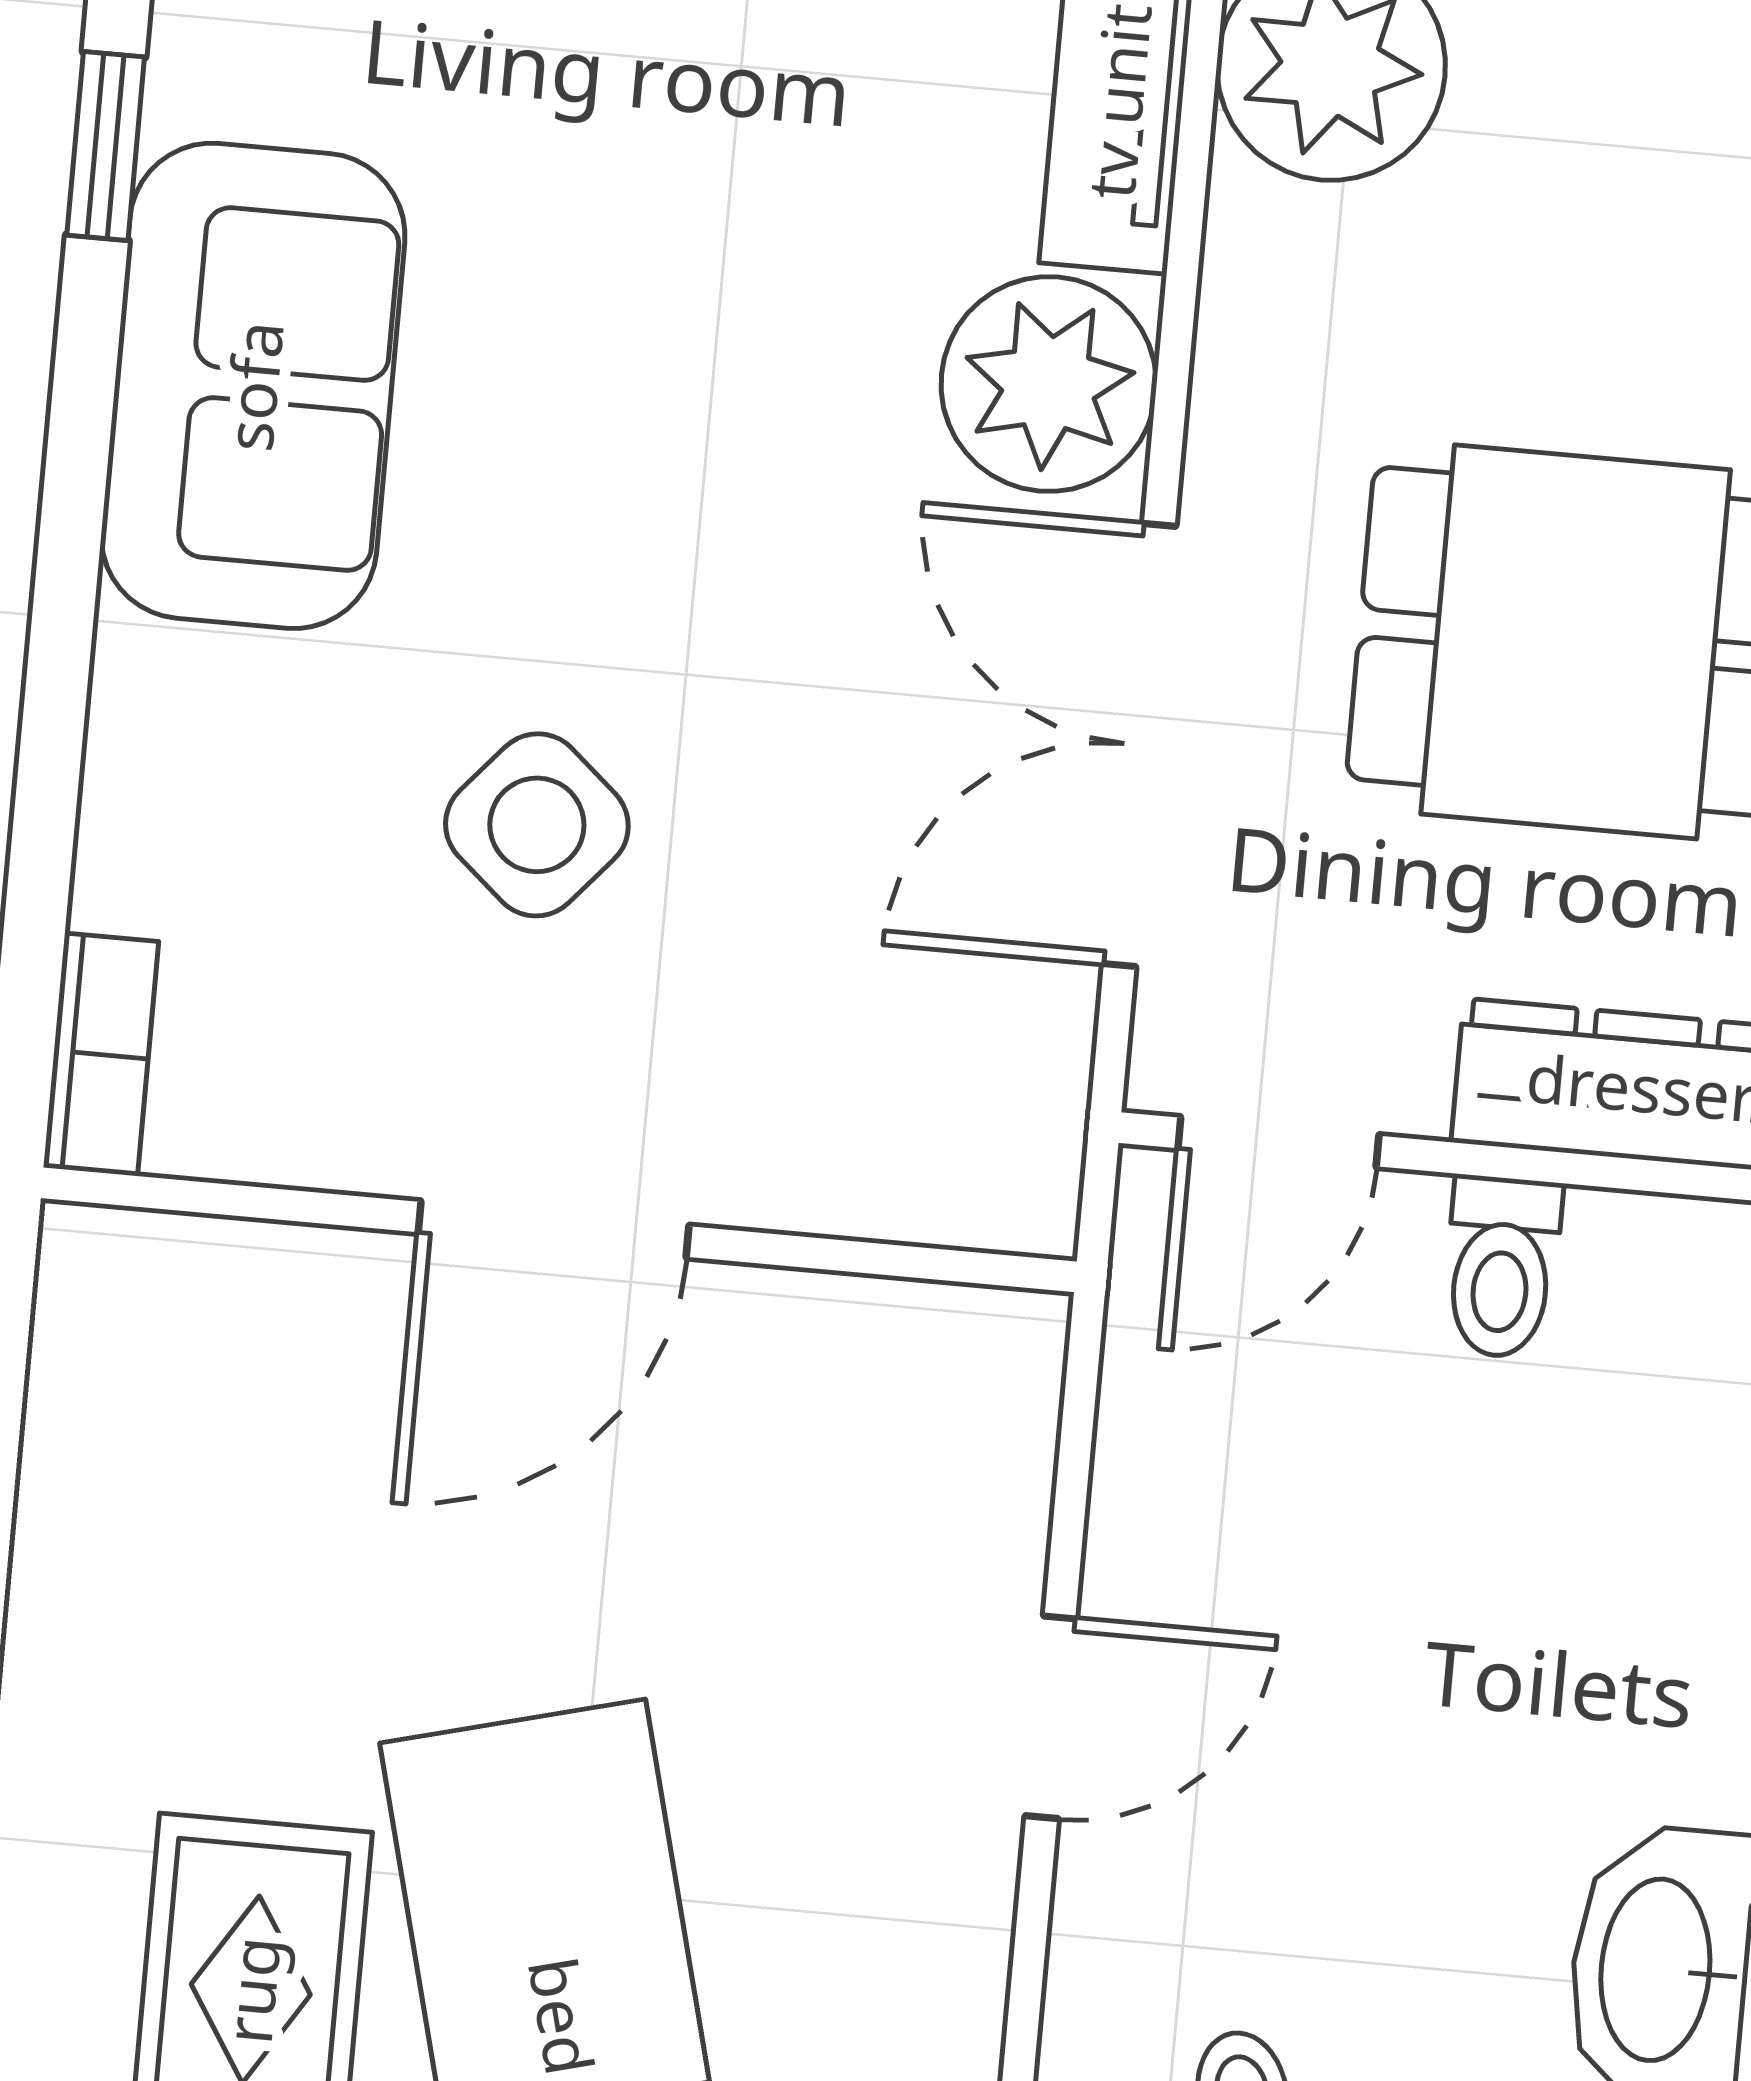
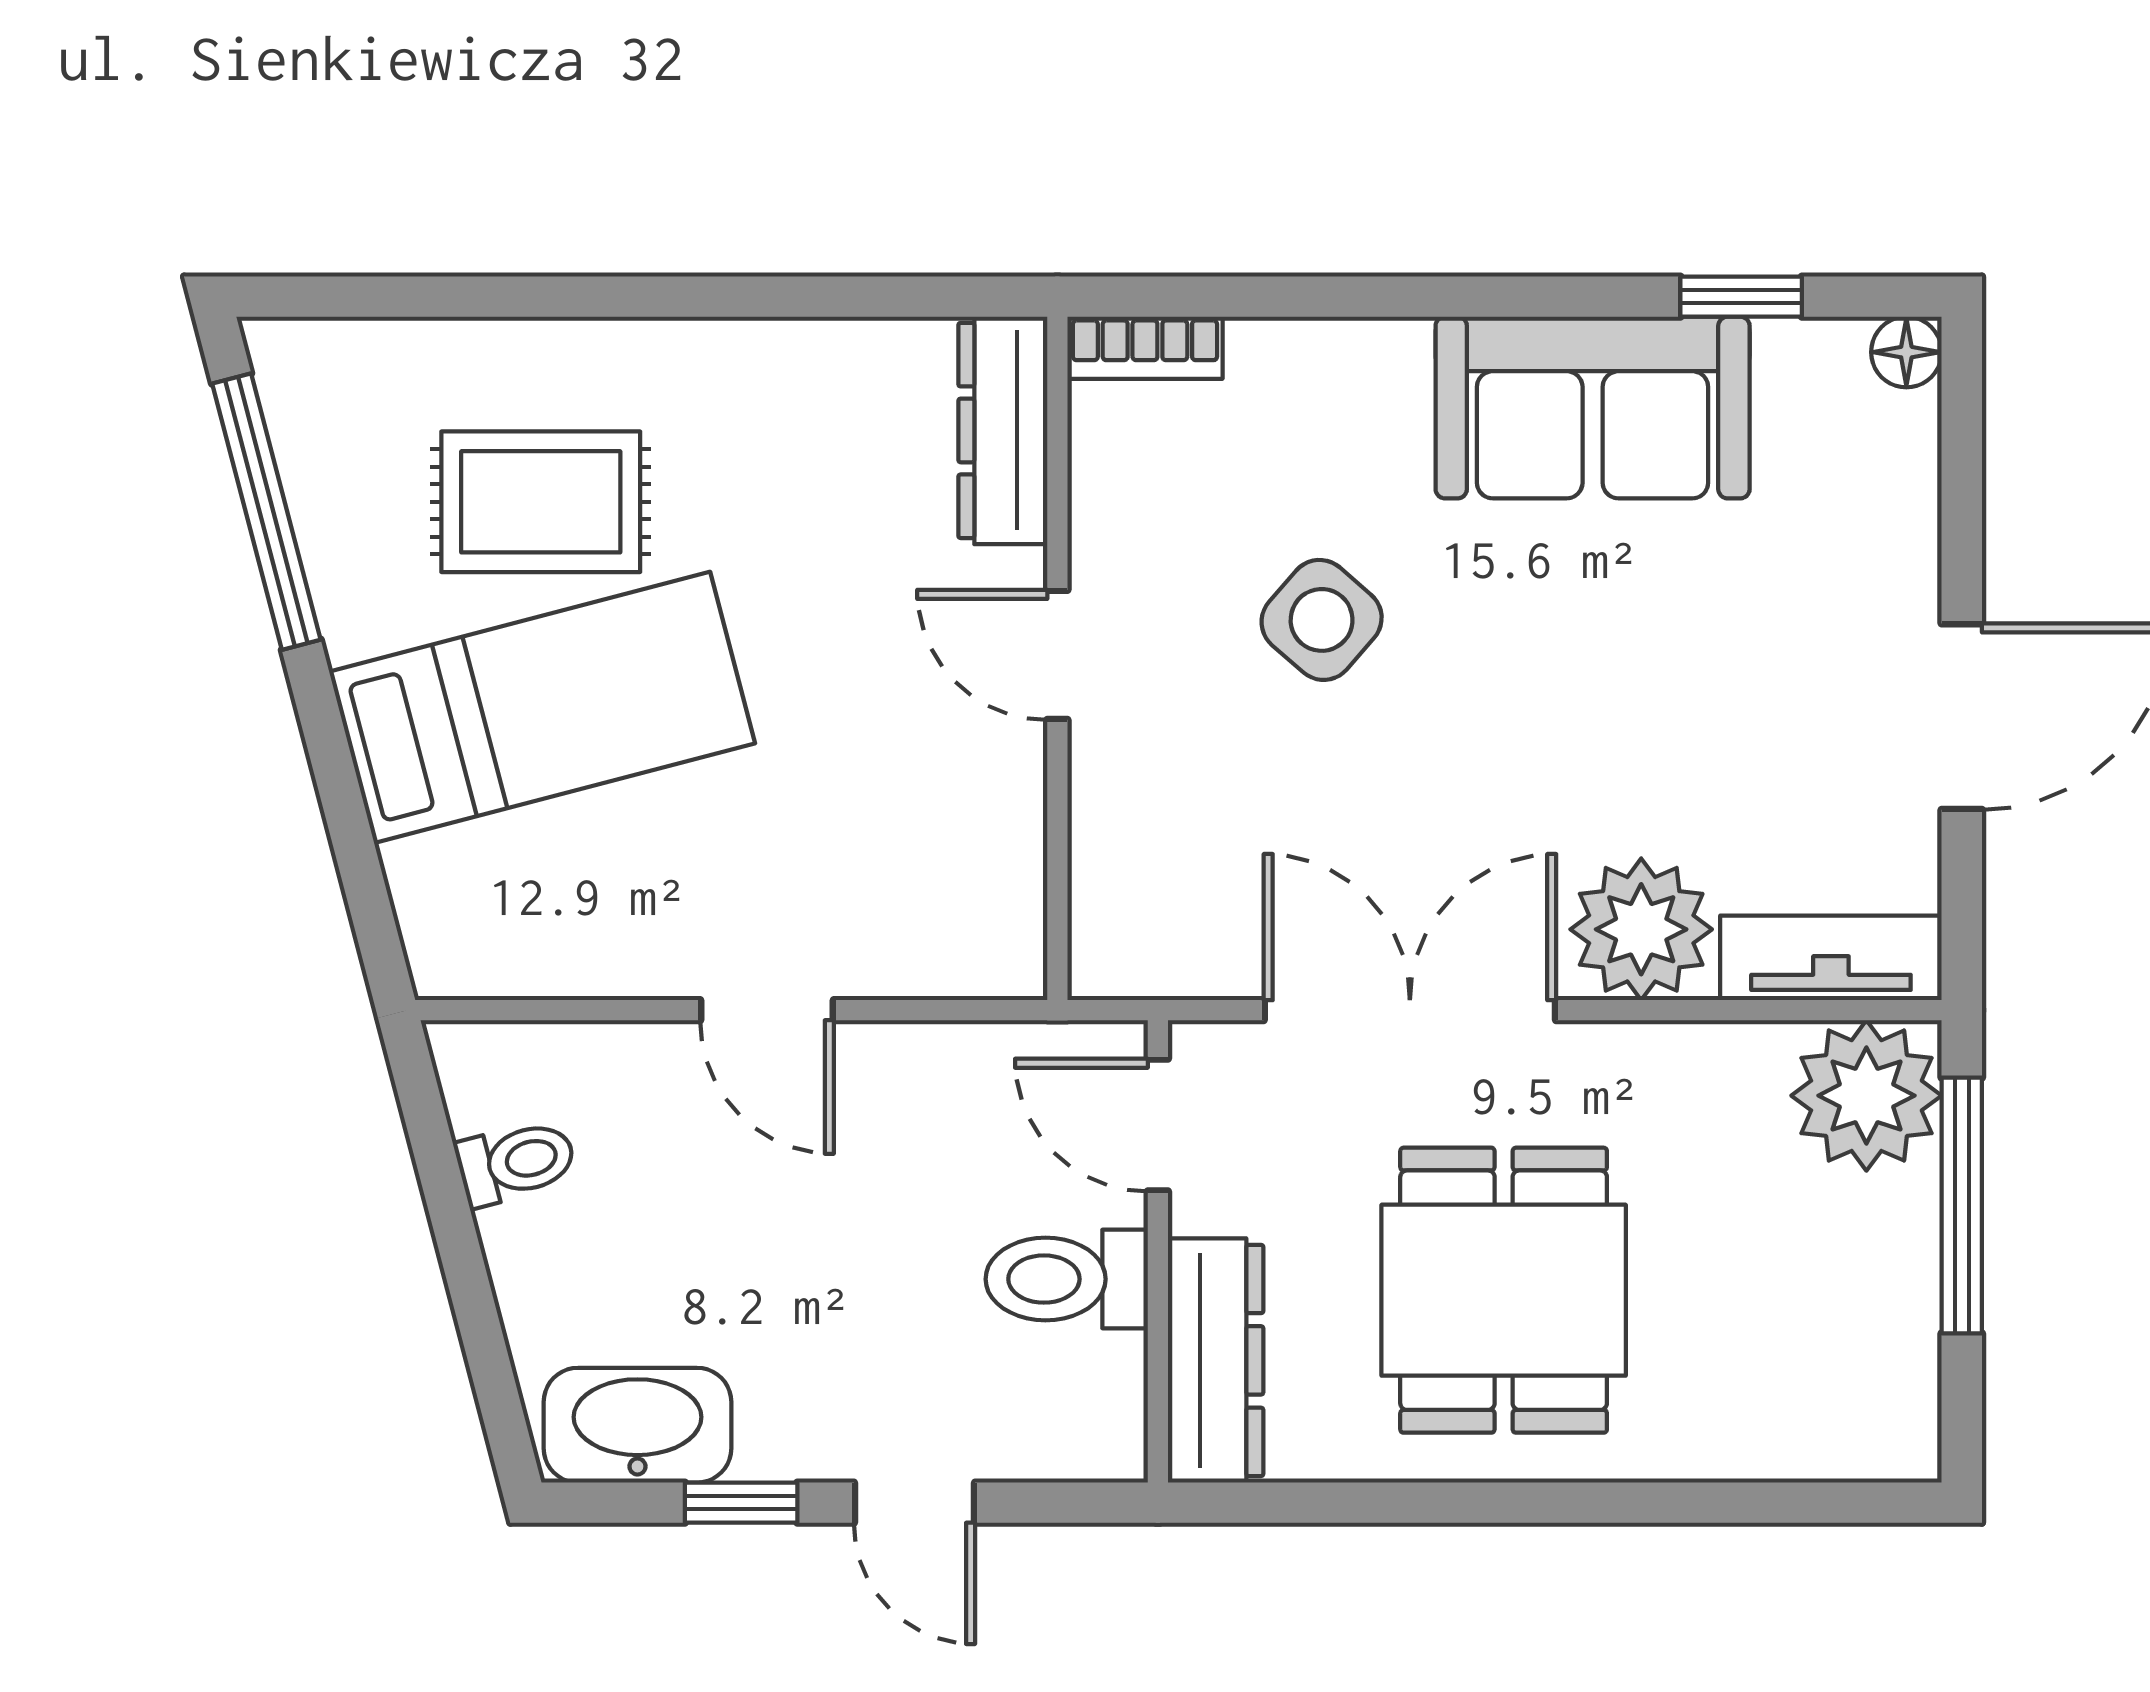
door: (553, 1229) -> (1057, 655), width x0.73
toilet: (1502, 1267) -> (1067, 1279), width x1.37, depth x1.39
dresser: (206, 1281) -> (1003, 430), added

